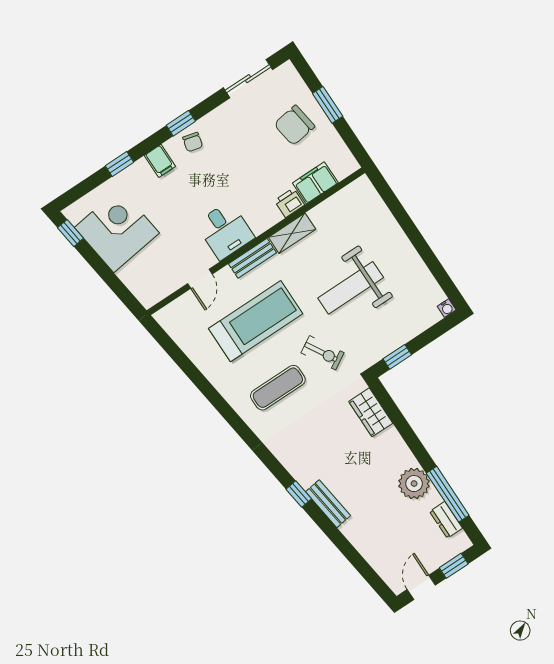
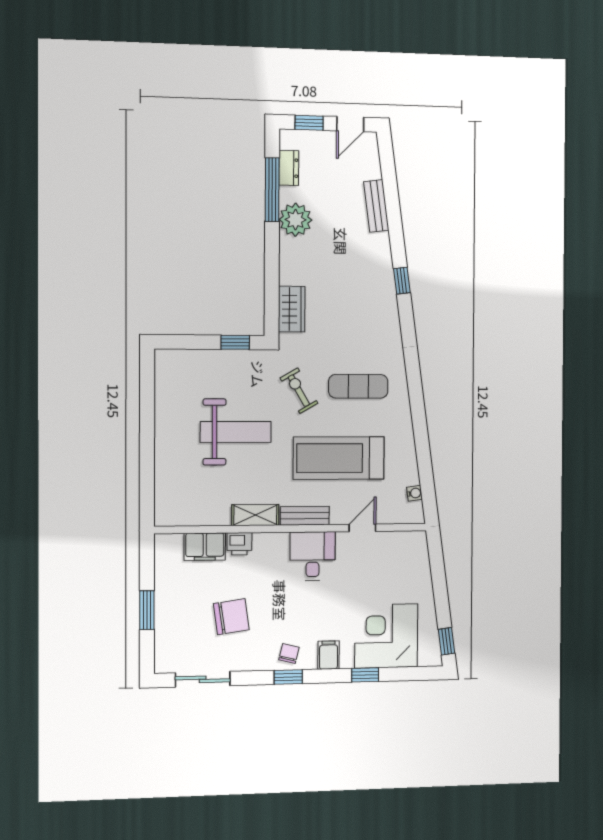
chair: (294, 125) -> (231, 617), moved
corner desk: (117, 230) -> (386, 636), moved, turned 98
water cooler: (447, 308) -> (414, 493), moved, turned 82
bench: (328, 504) -> (376, 206), moved

